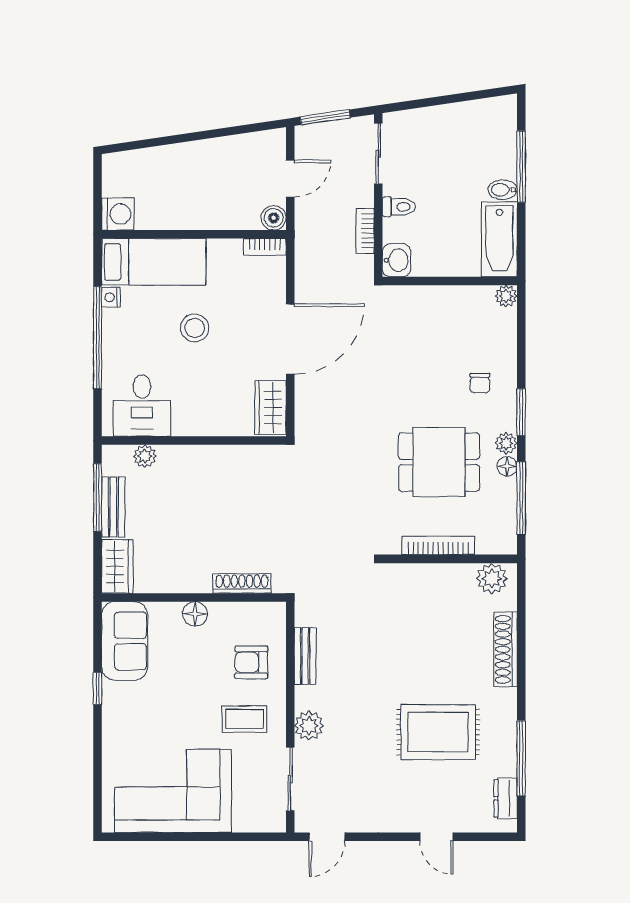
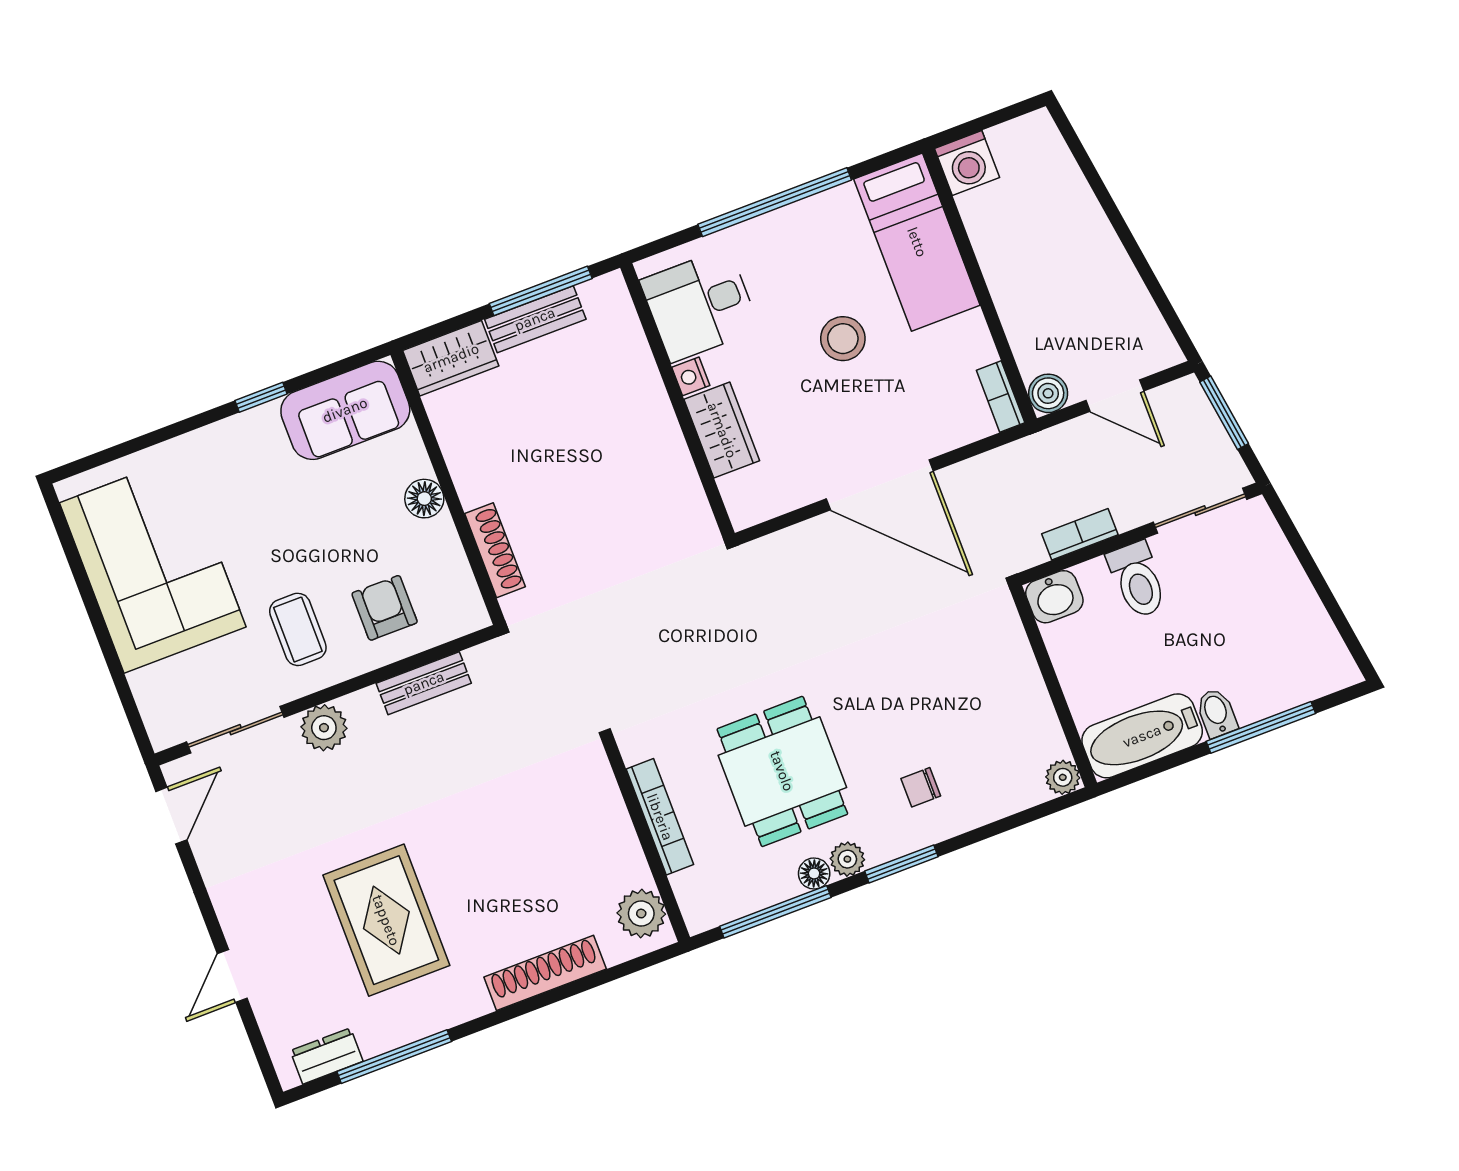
toilet: (399, 207) -> (1137, 580), width x1.37, depth x1.39
nightstand: (111, 297) -> (691, 376), moved, turned -90
wardrobe: (270, 408) -> (722, 430), moved, turned 90
plant: (145, 456) -> (627, 337), removed
door: (327, 837) -> (171, 816), swing flipped

